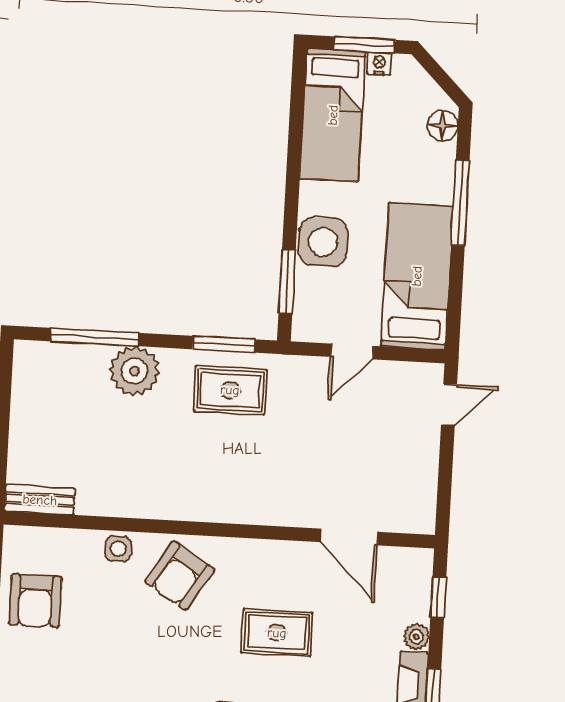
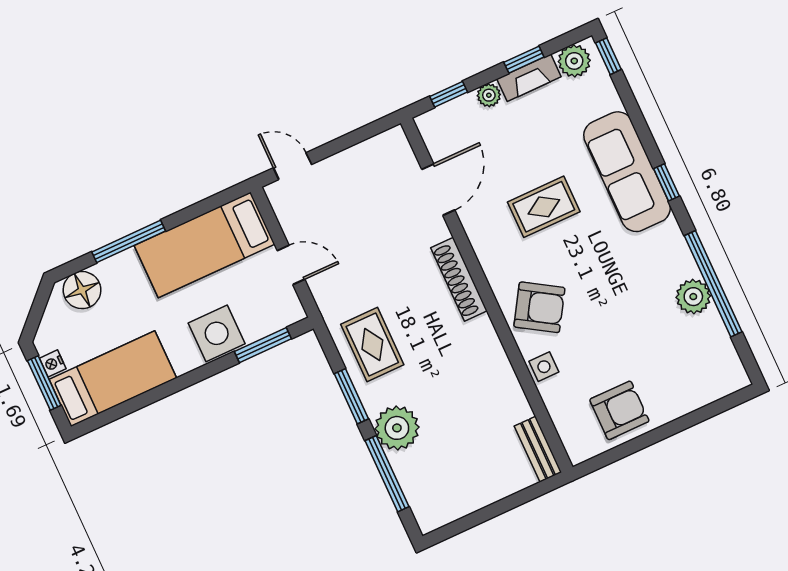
floor lamp: (443, 126) -> (82, 290), width x1.38, depth x1.38
window: (224, 344) -> (351, 396), moved
shoe rack: (249, 511) -> (459, 279), added
rug: (277, 633) -> (544, 207), turned 90

